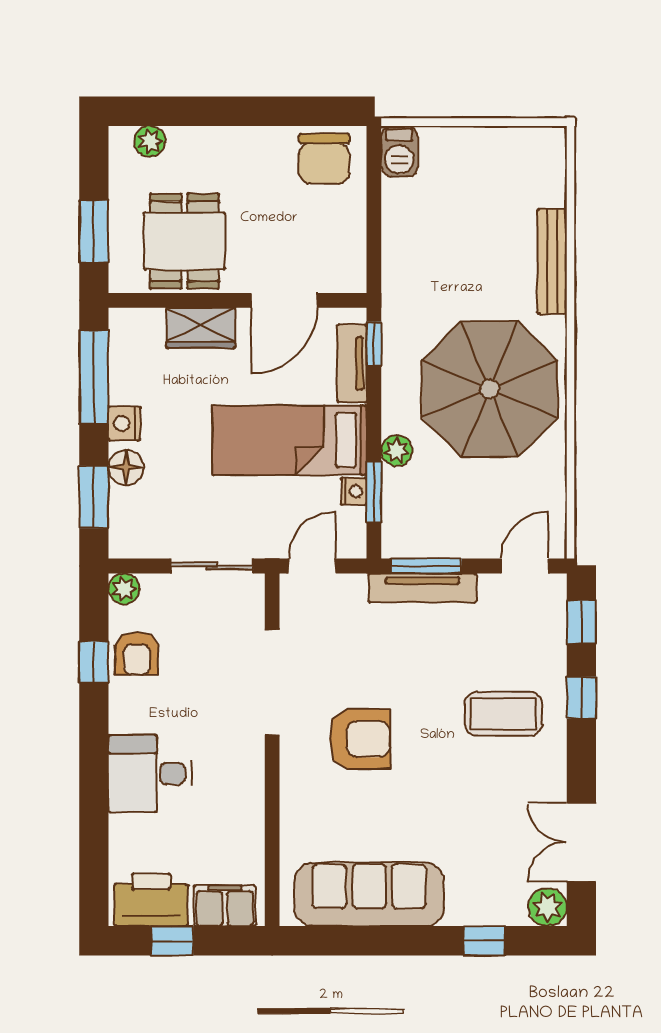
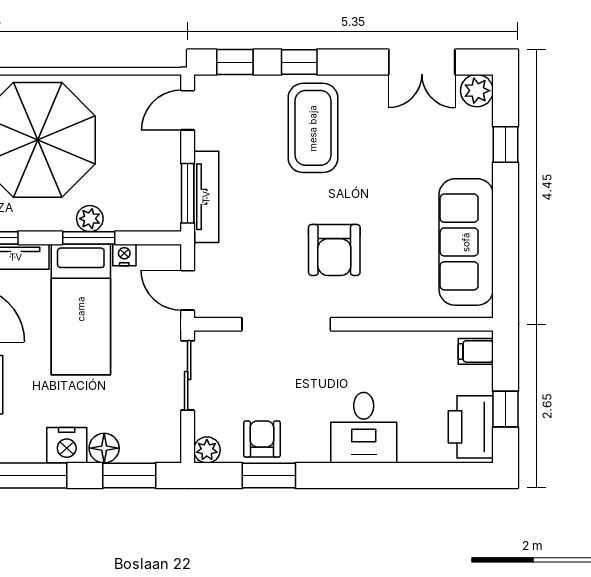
nightstand: (124, 423) -> (67, 445), width x1.36, depth x1.33
window: (374, 492) -> (89, 238), moved
door: (525, 566) -> (188, 110), hinge flipped
armchair: (137, 654) -> (262, 439), turned -90
window: (94, 662) -> (269, 475), width x1.50
coffee table: (504, 714) -> (313, 128), width x1.36, depth x1.32
armchair: (360, 739) -> (334, 250), turned 180
filing cabinet: (225, 906) -> (476, 351), width x0.50

